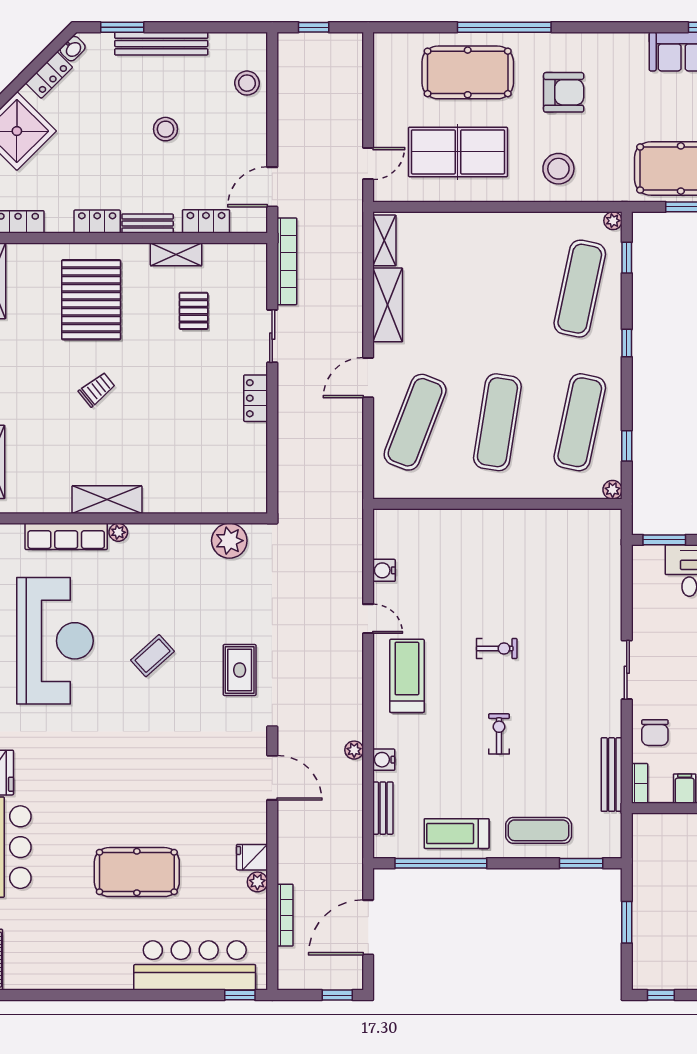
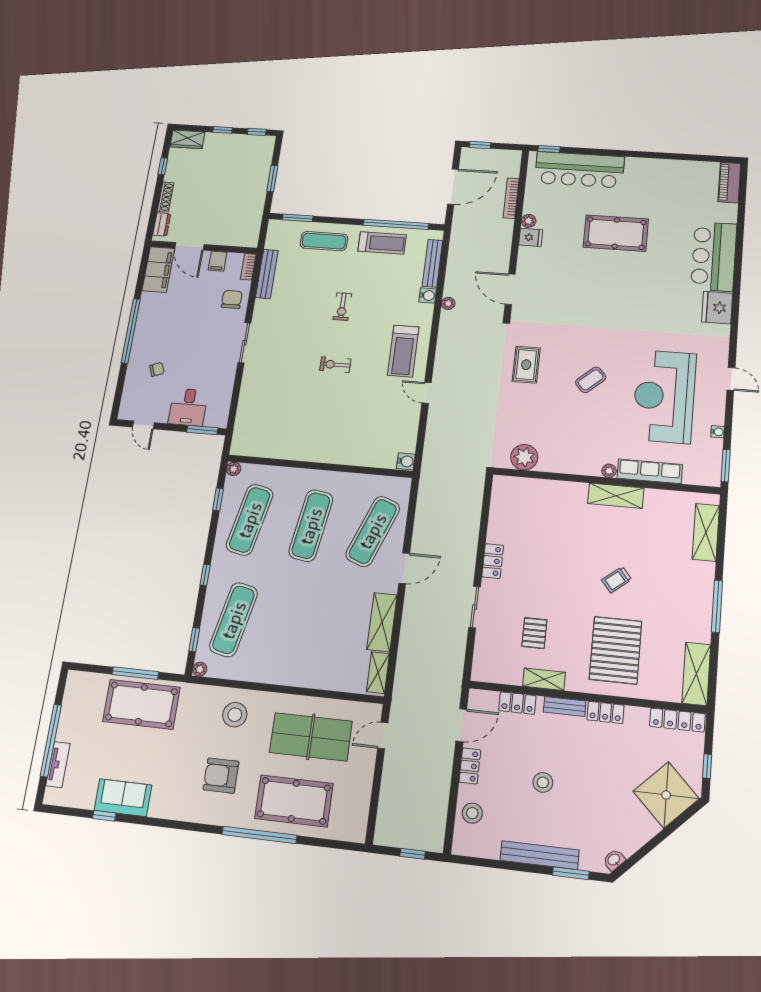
locker: (49, 75) -> (470, 766), moved, turned 135
bookcase: (287, 261) -> (456, 664), removed
water cooler: (384, 570) -> (406, 461), moved
bench: (383, 808) -> (432, 263), width x1.36

